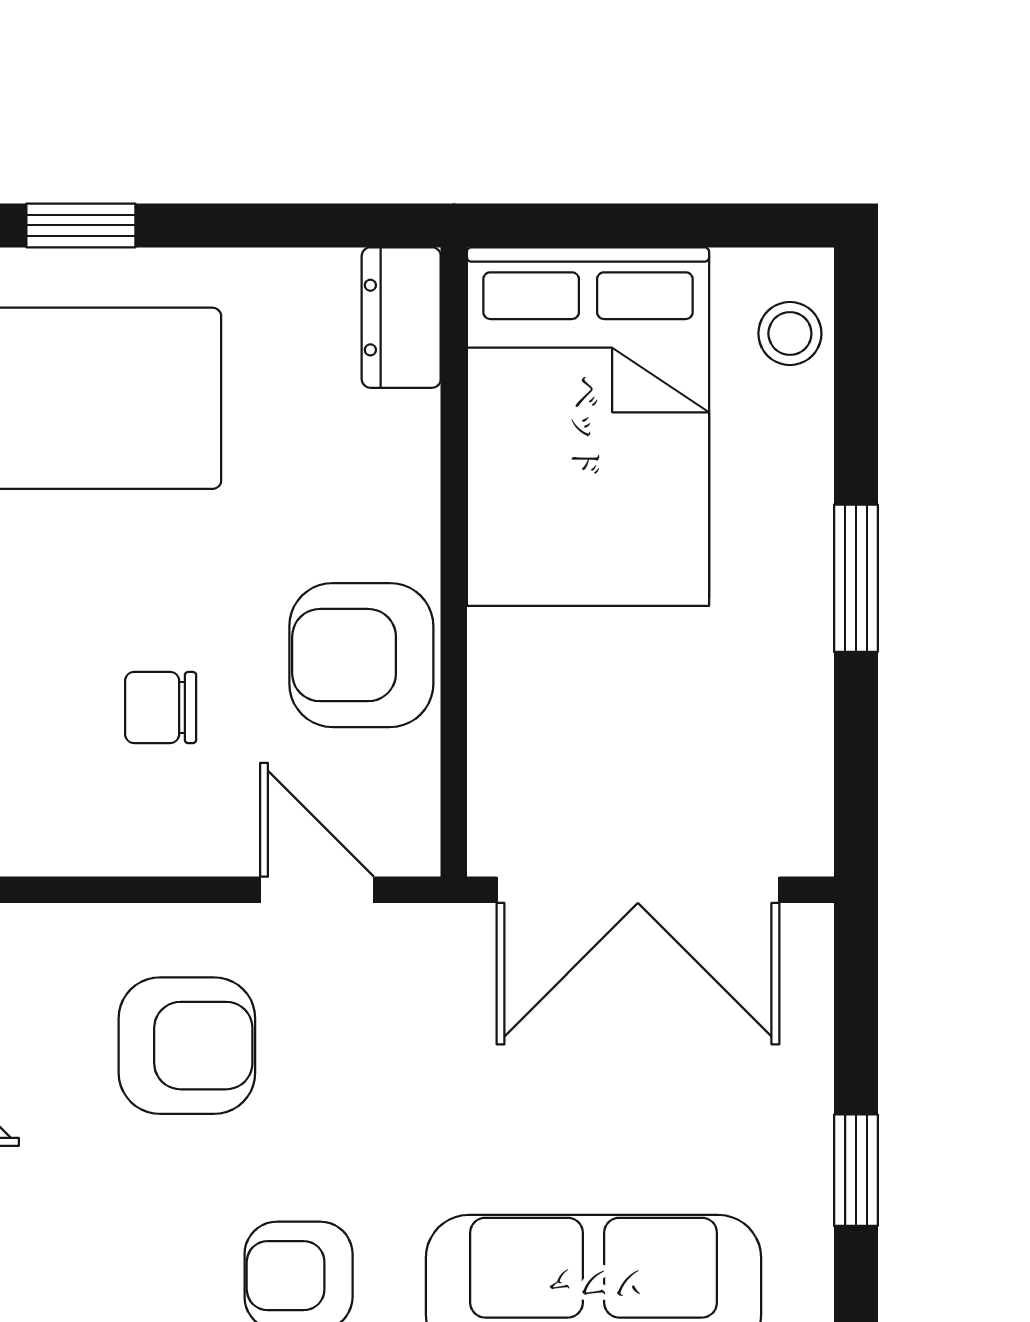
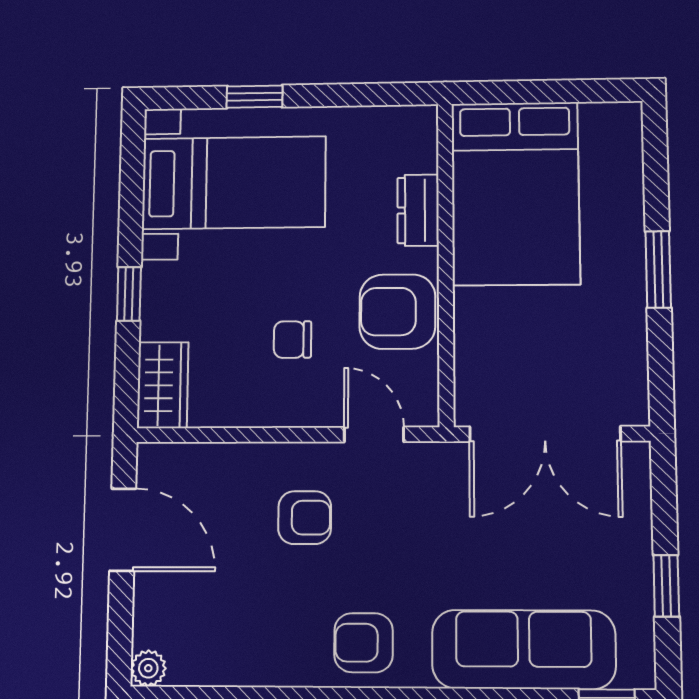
dresser: (401, 318) -> (418, 210), moved
stool: (790, 334) -> (620, 145), removed
armchair: (187, 1046) -> (305, 518), width x0.72, depth x0.72

